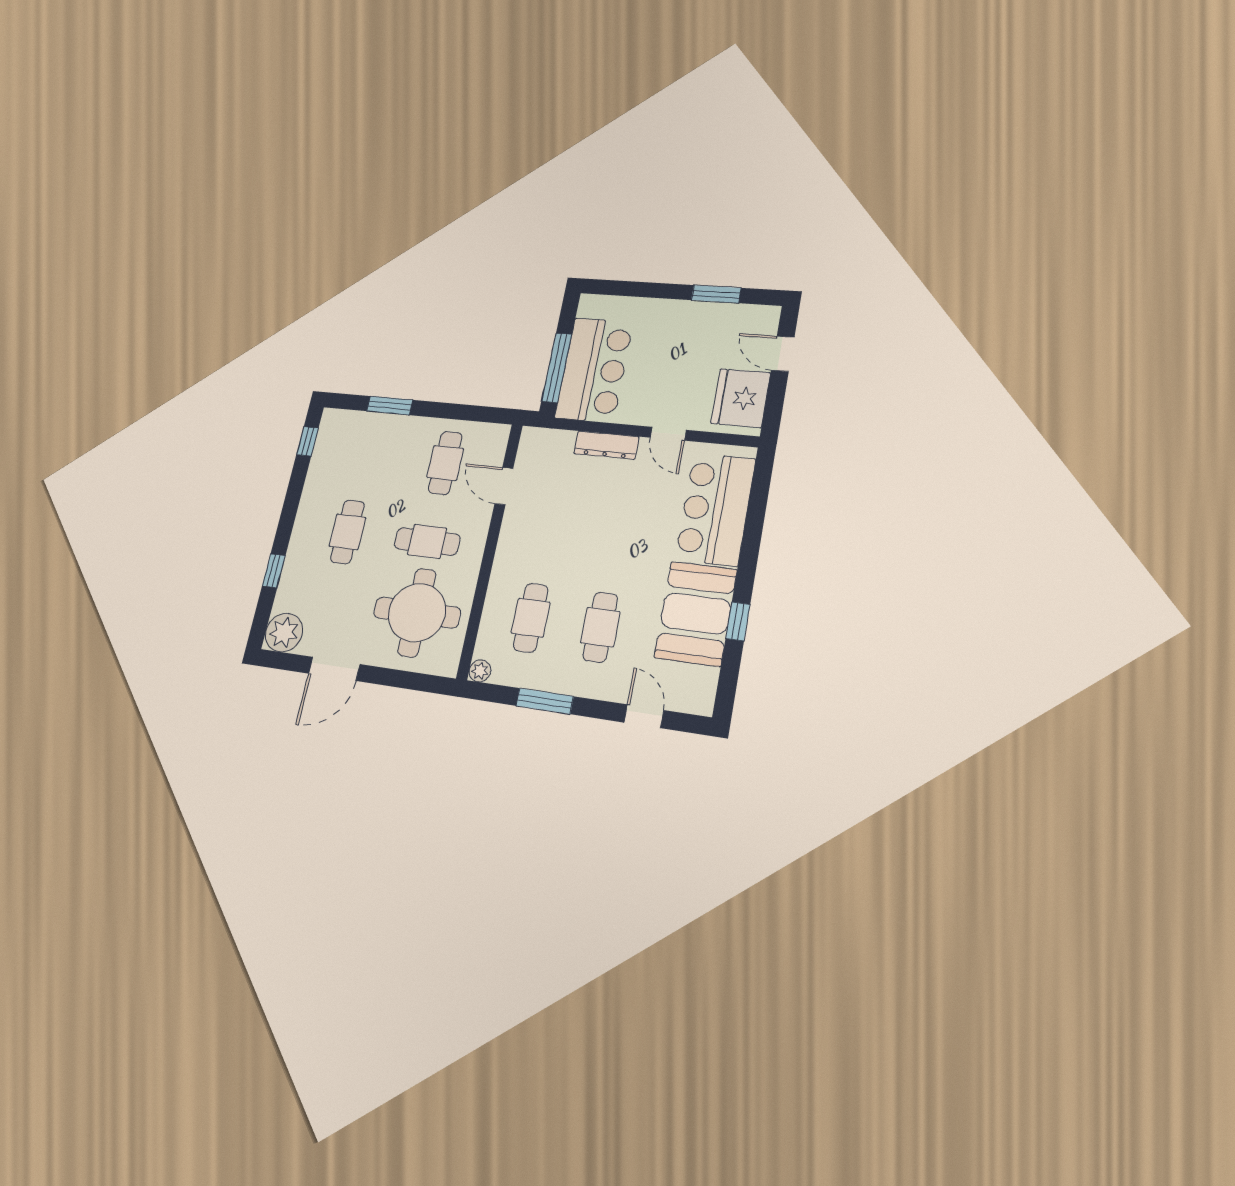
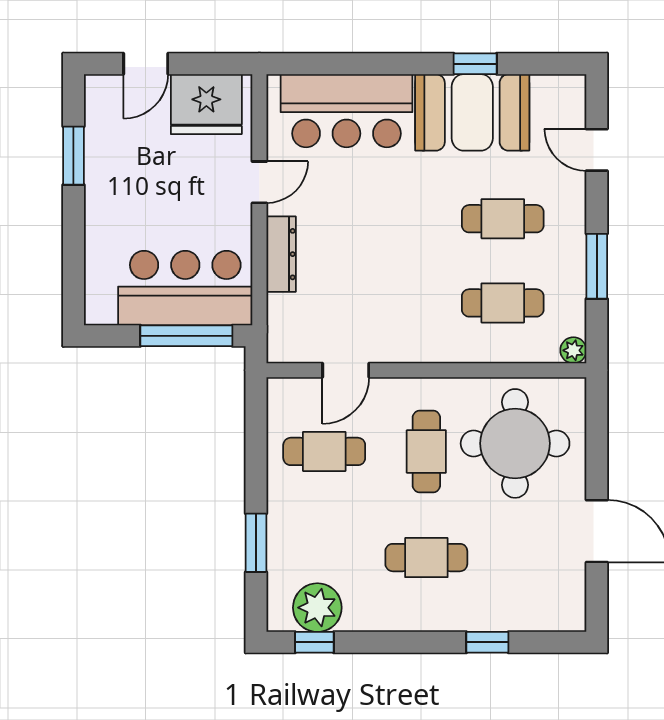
plant: (284, 633) -> (317, 608), moved
door: (644, 716) -> (597, 150), hinge flipped

